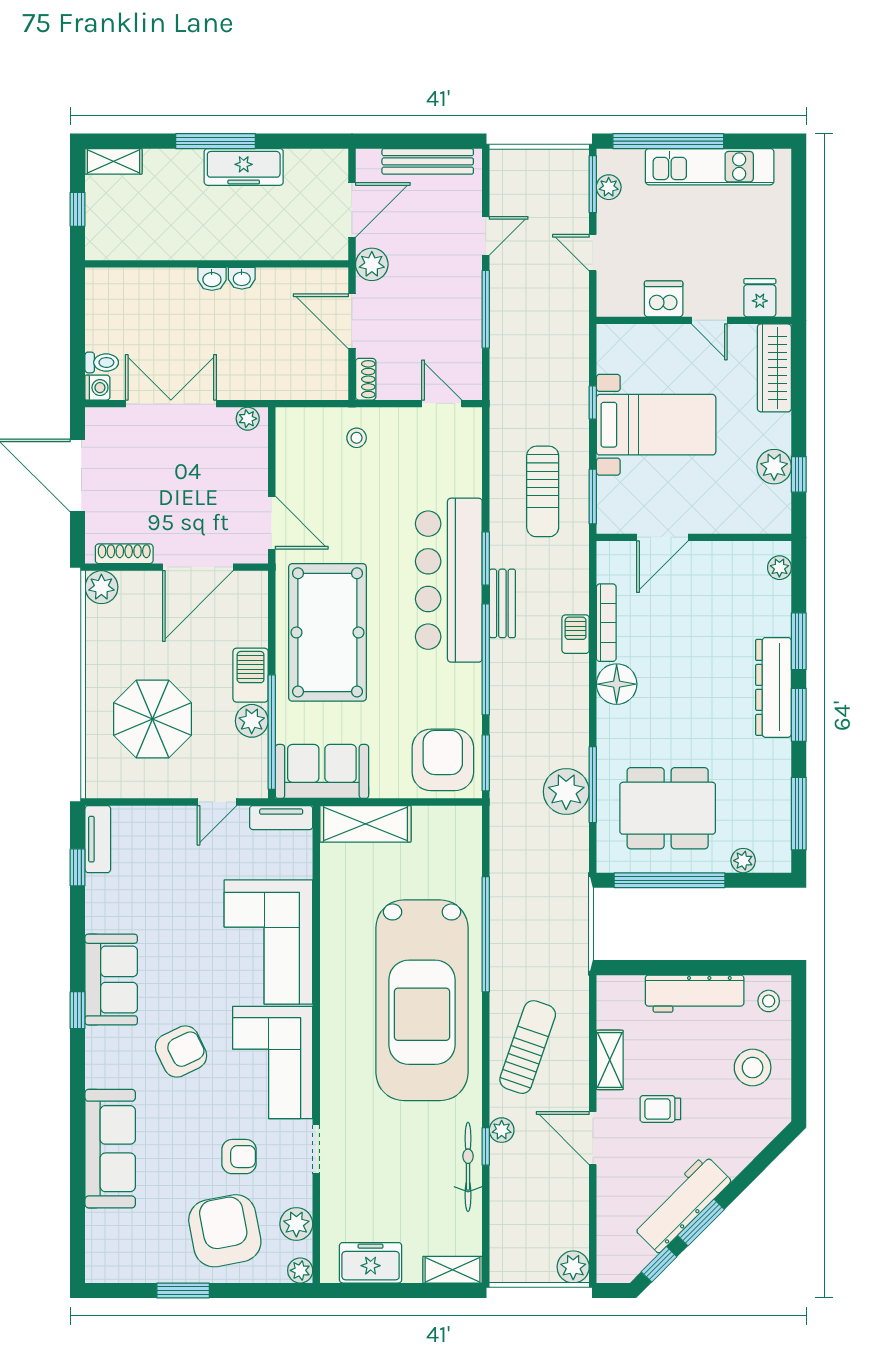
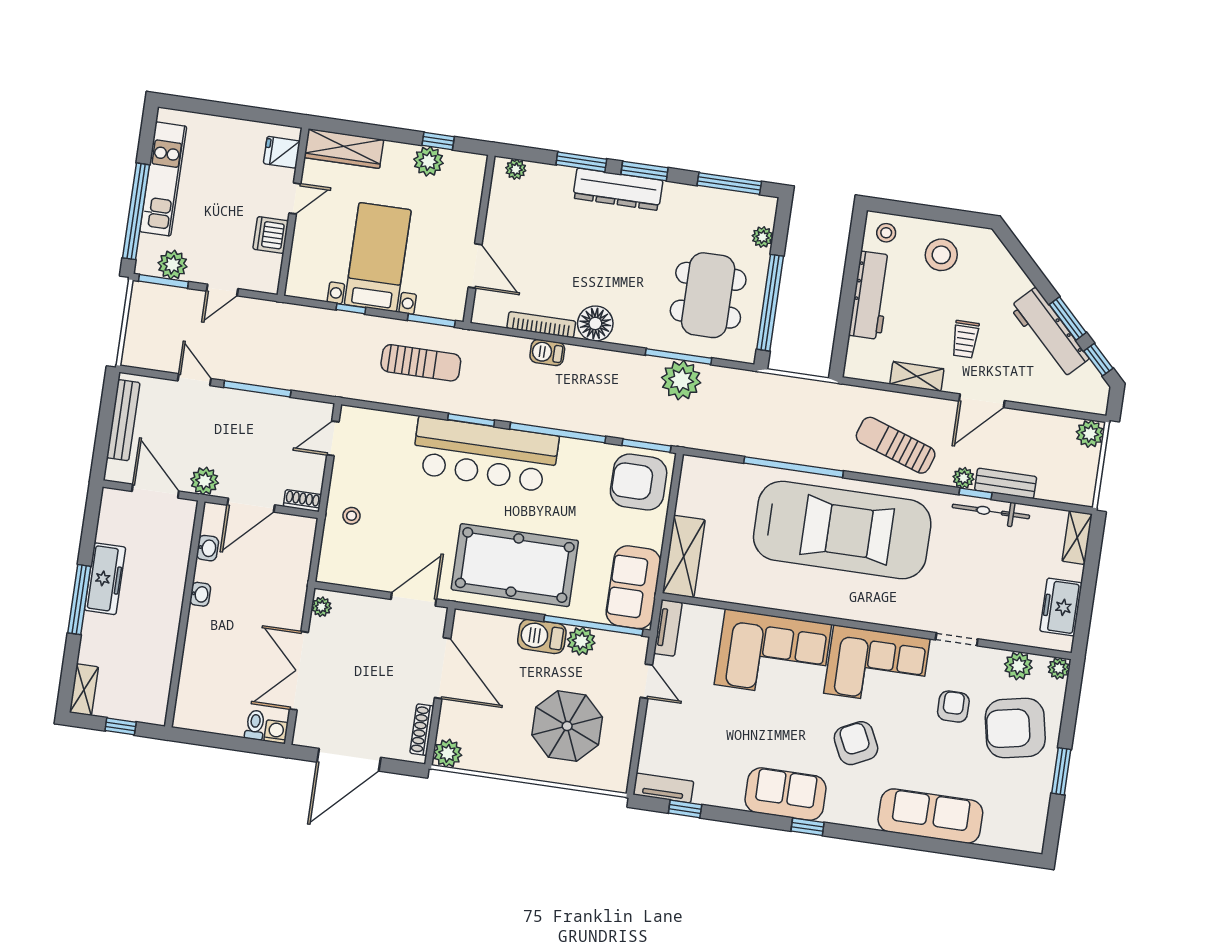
plant: (609, 187) -> (173, 265), width x1.38, depth x1.38
washbasin: (212, 279) -> (208, 548), moved
bench: (502, 603) -> (1006, 483), moved

